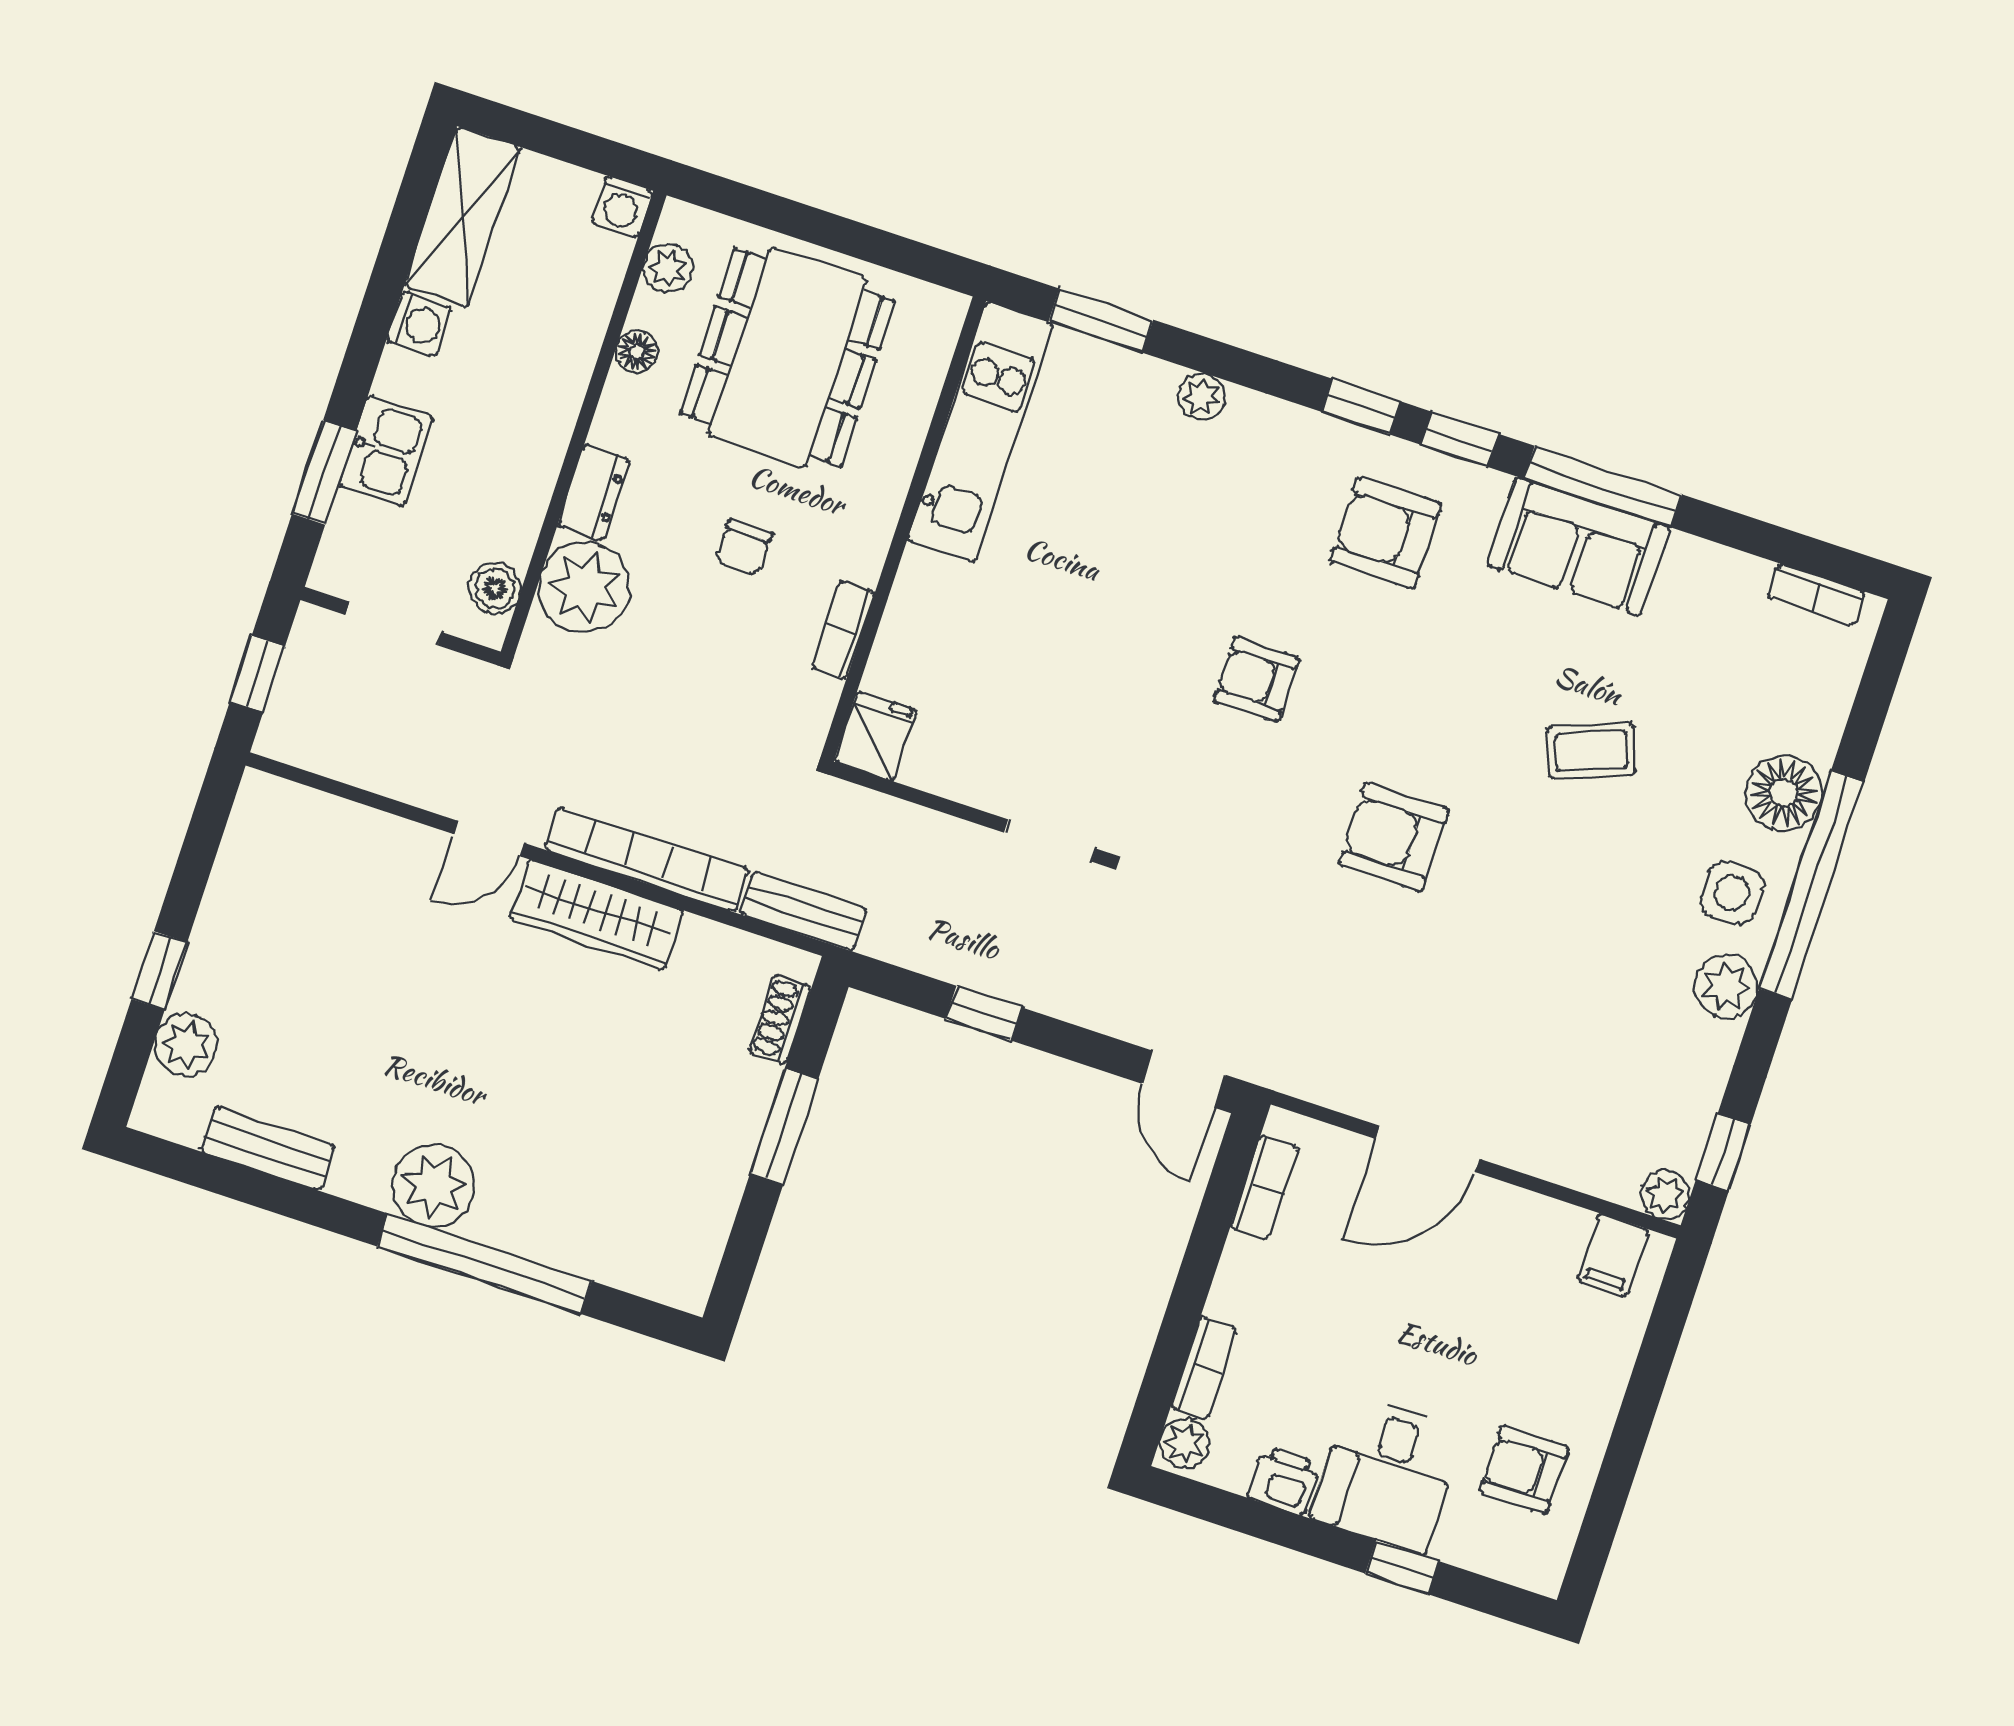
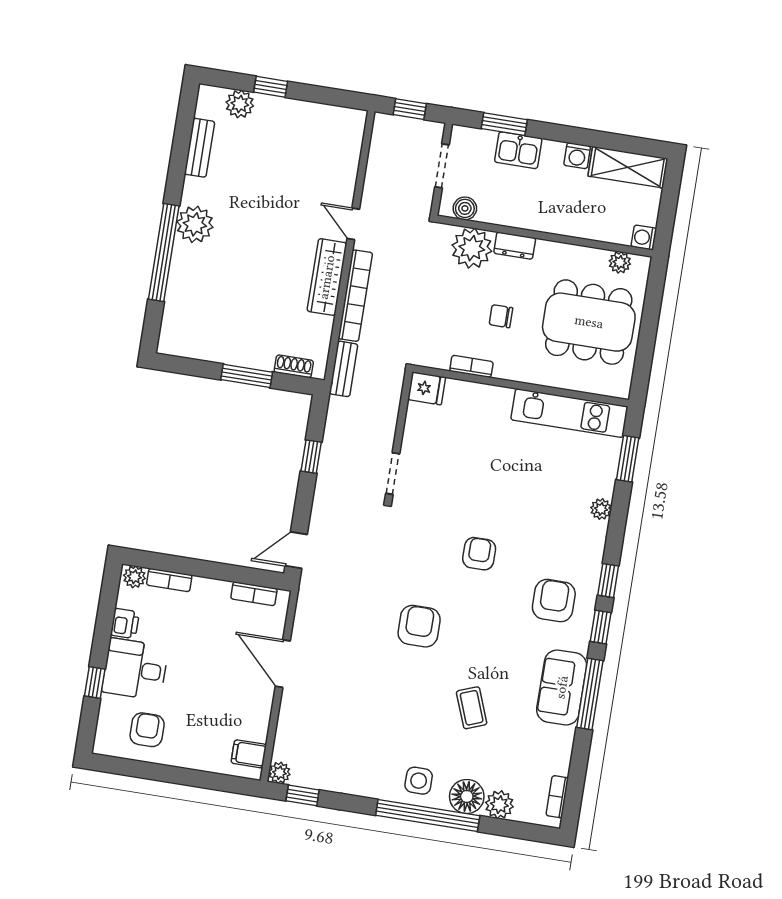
floor lamp: (637, 352) -> (580, 254), removed
plant: (1726, 987) -> (499, 805), moved

